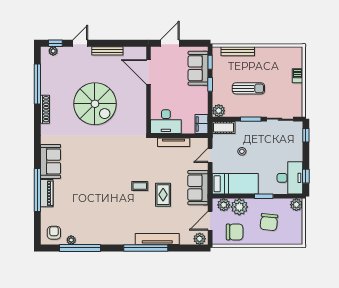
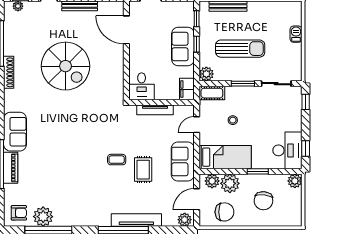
sofa: (198, 68) -> (183, 47), moved
sun lounger: (248, 88) -> (240, 49), width x1.36, depth x1.34
desk: (166, 122) -> (142, 86), width x0.73
armchair: (54, 233) -> (19, 213), turned 90
plant: (71, 240) -> (43, 217), width x1.88, depth x1.88

